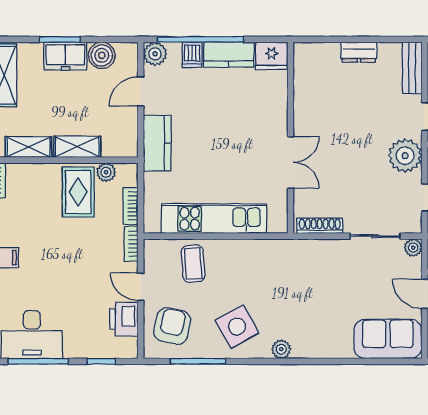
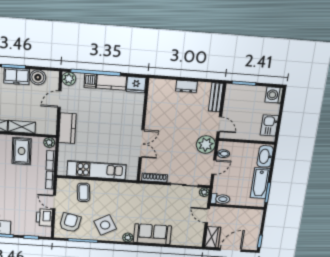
plant: (106, 172) -> (49, 142), moved
sofa: (388, 339) -> (152, 234), moved

